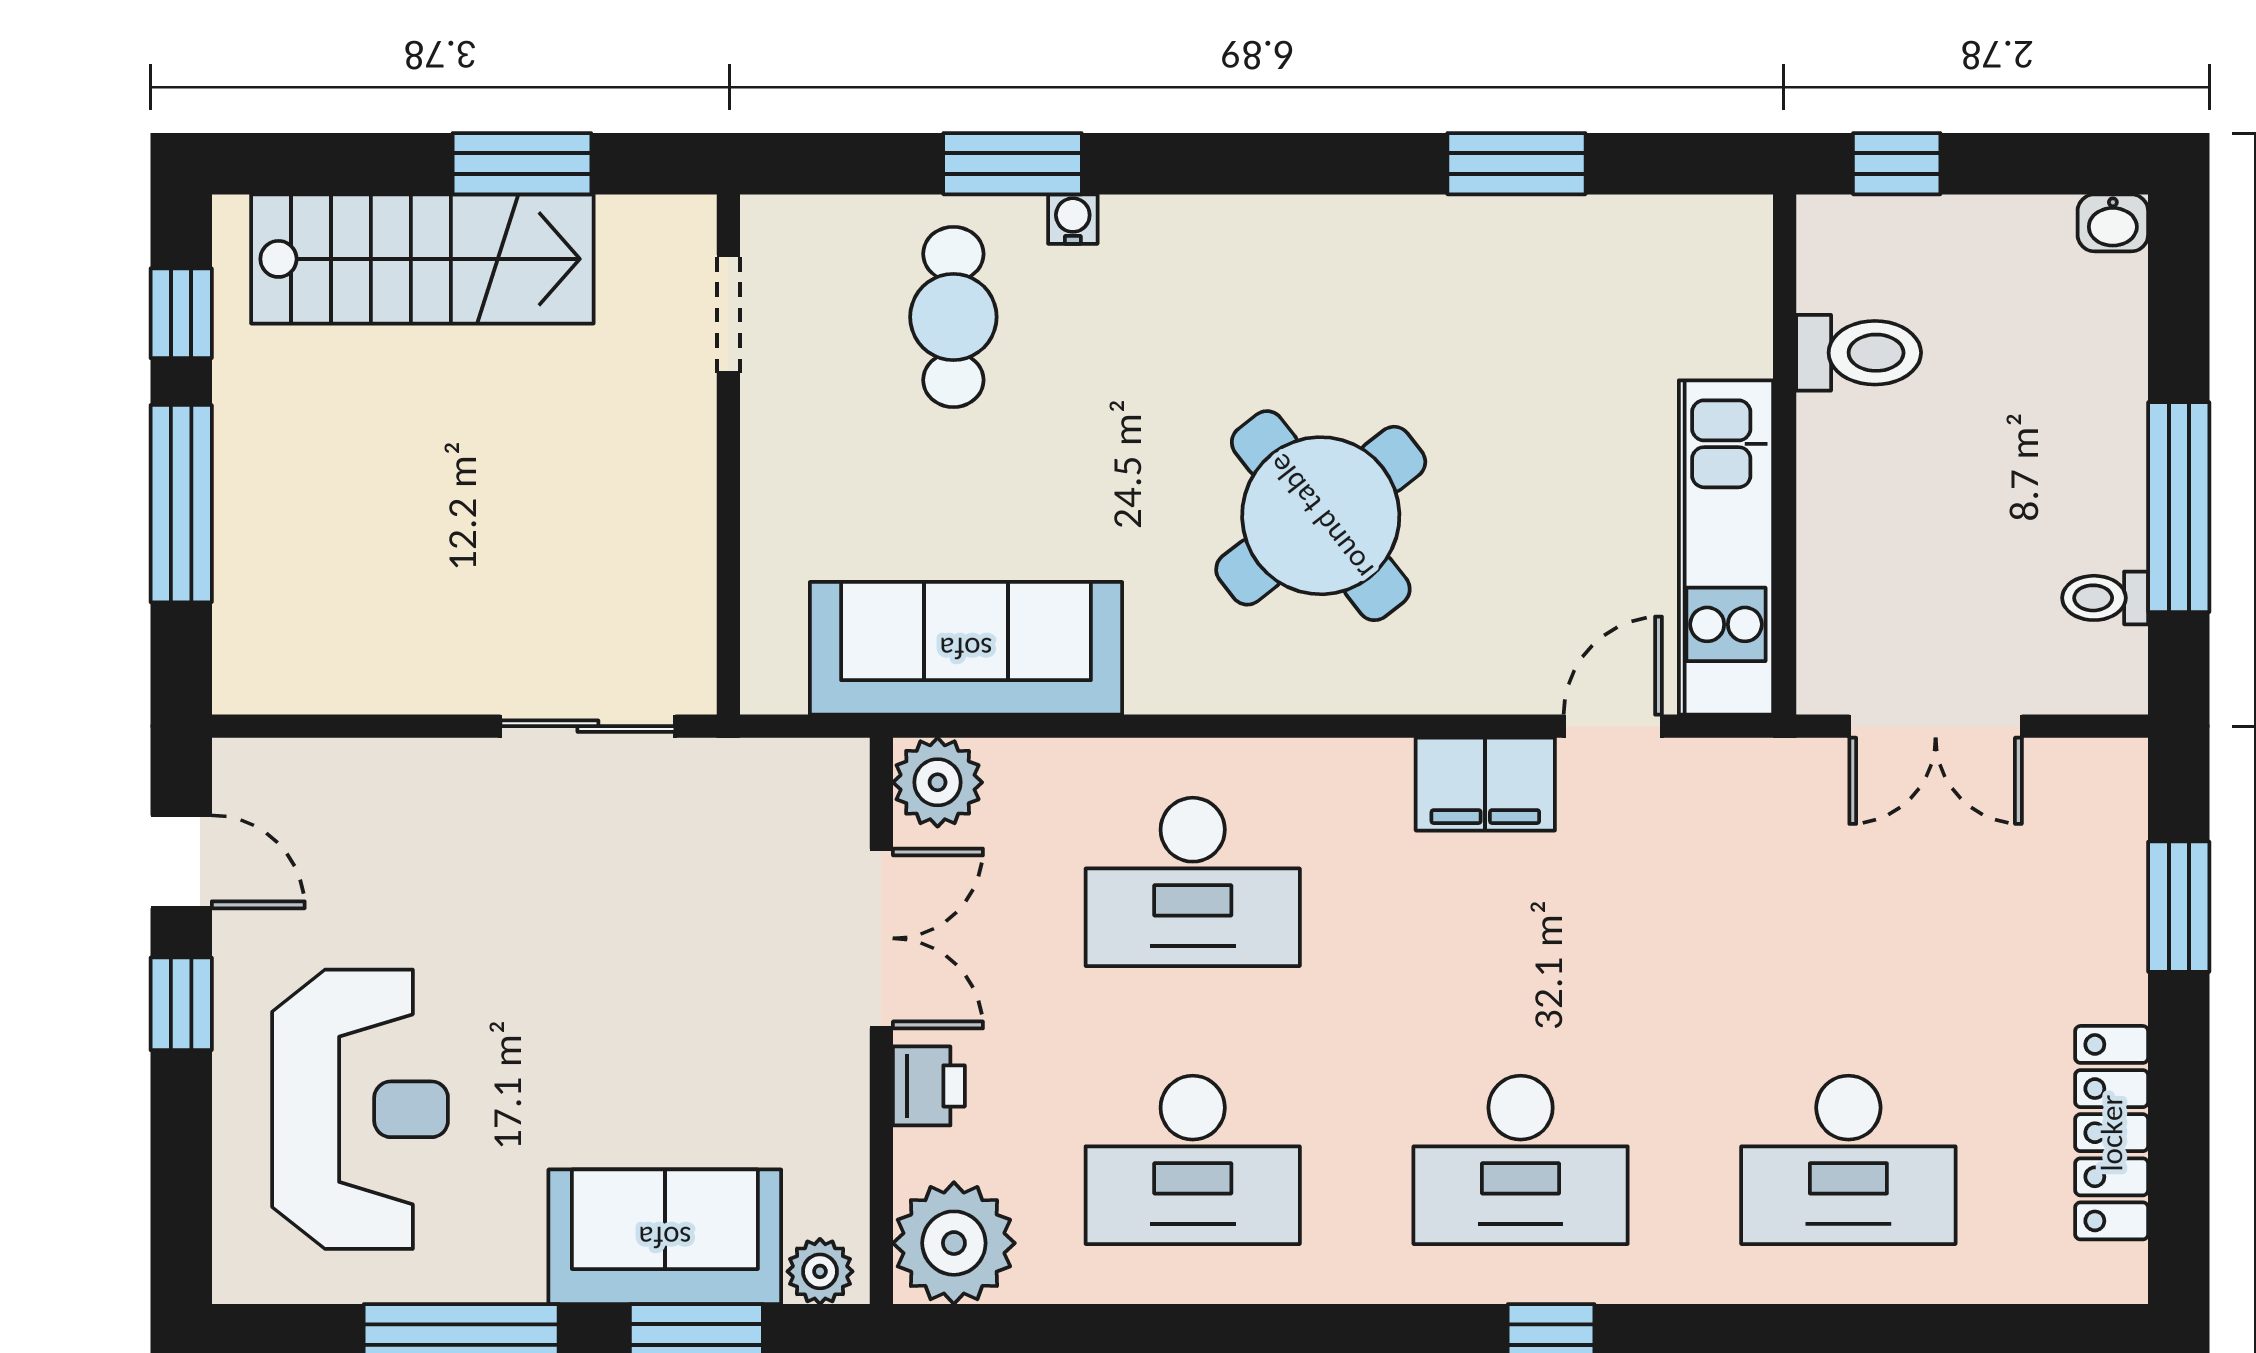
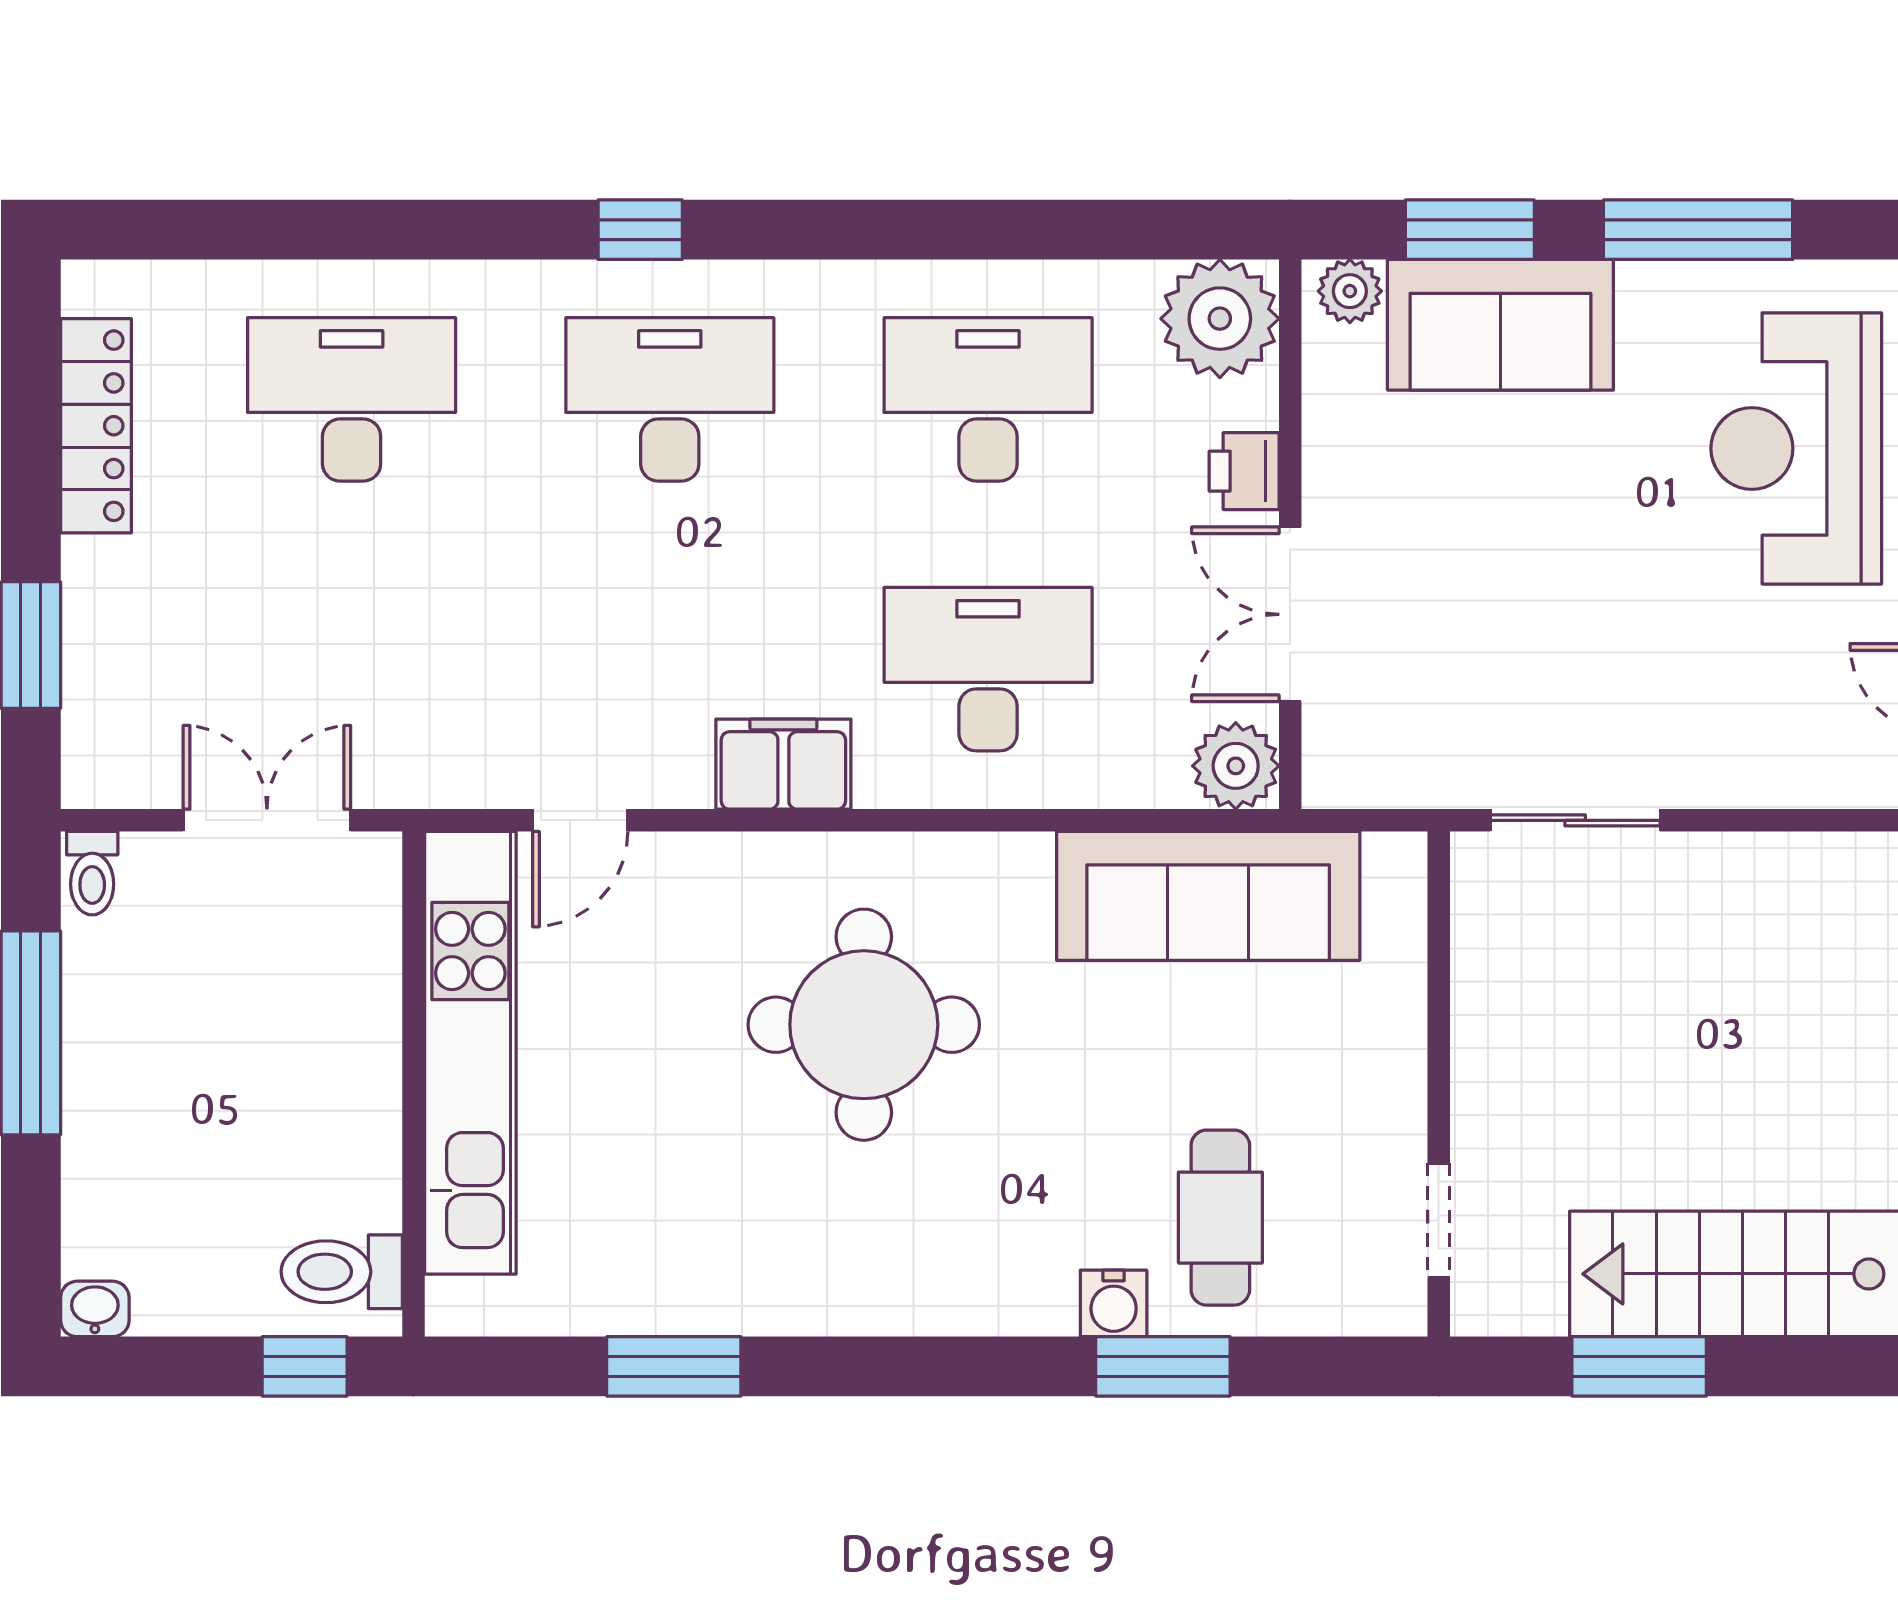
water cooler: (1073, 219) -> (1114, 1303), width x1.38, depth x1.38
toilet: (1859, 353) -> (342, 1272), moved
round table: (1321, 516) -> (864, 1025), turned 38
kitchen unit: (1726, 547) -> (470, 1053), width x1.36
toilet: (2105, 598) -> (92, 873), moved, turned 90
filing cabinet: (1485, 784) -> (783, 764), moved

